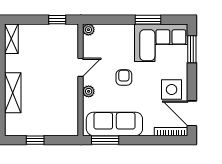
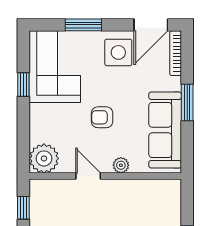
window: (148, 20) -> (23, 85), width x0.67
plant: (88, 30) -> (44, 158), width x1.88, depth x1.88
window: (192, 49) -> (83, 25), moved
window: (105, 140) -> (187, 102), moved

